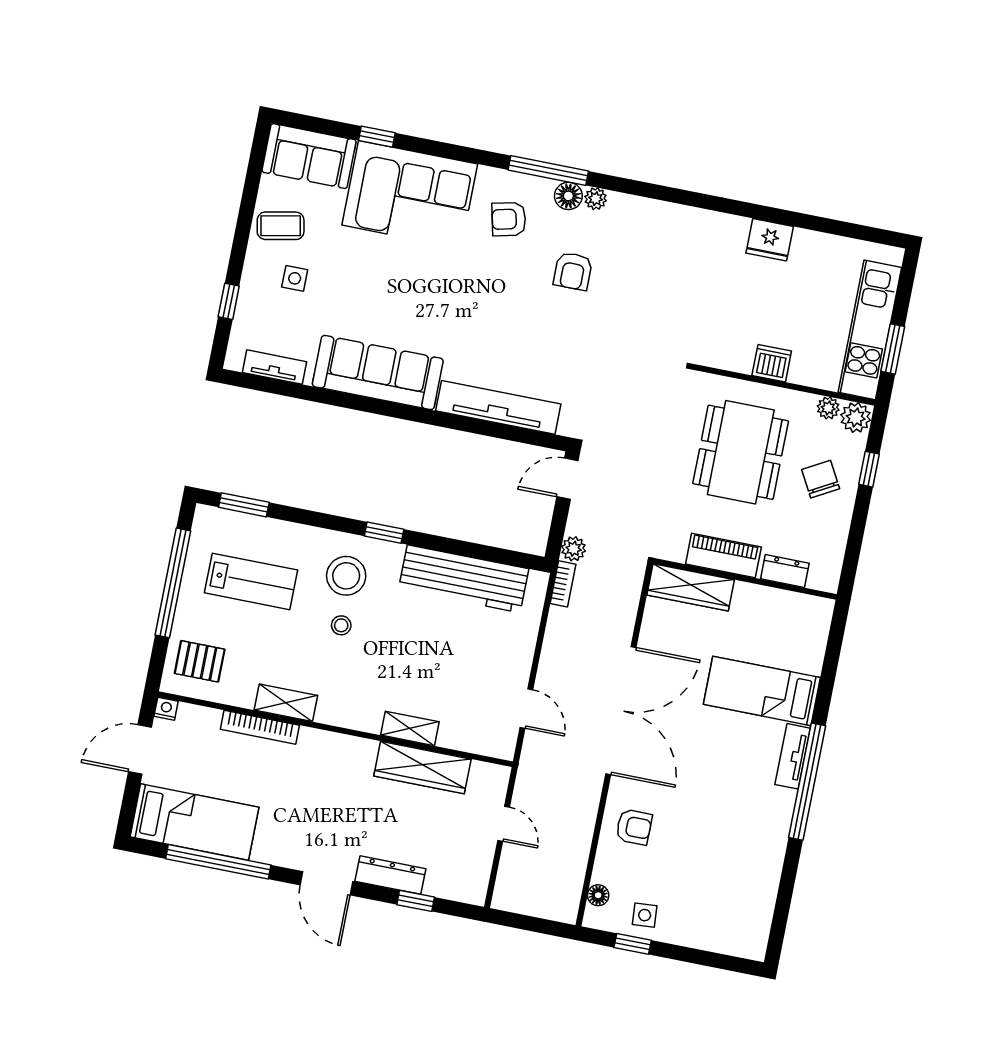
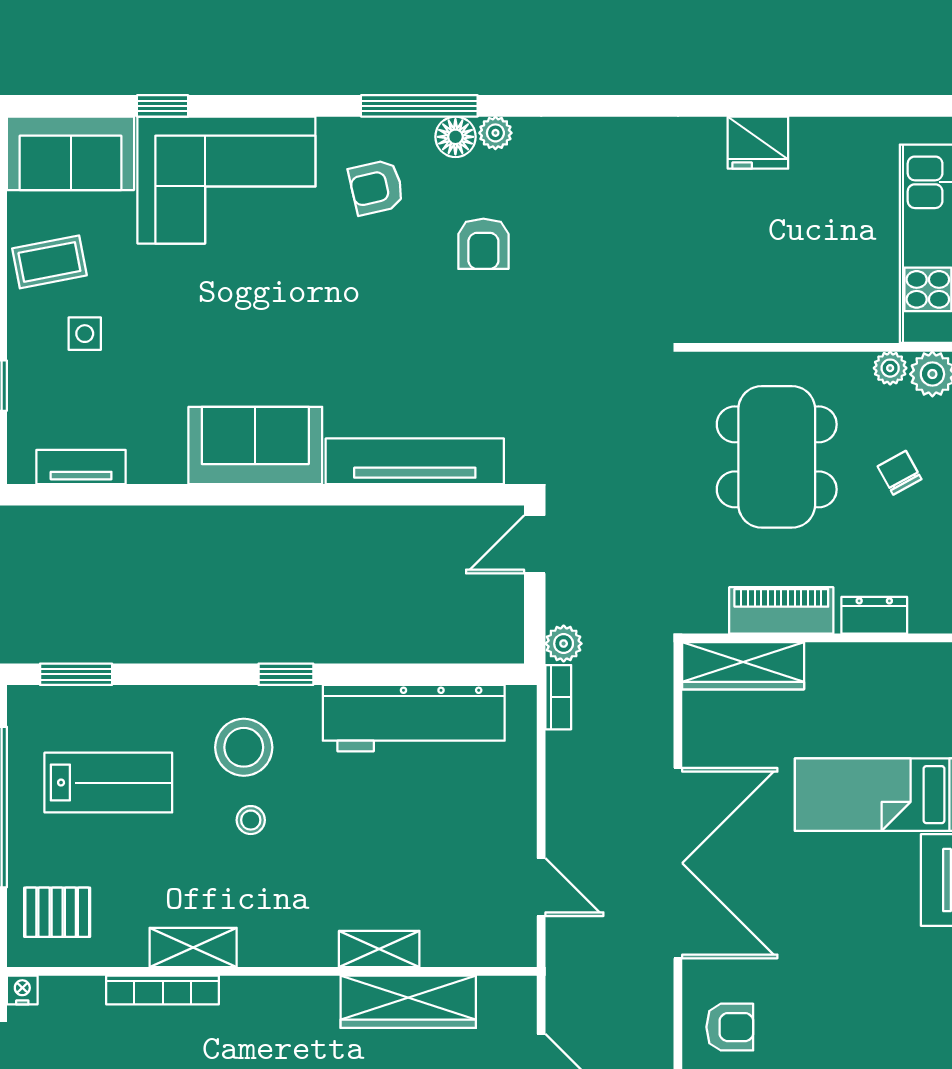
dishwasher: (772, 363) -> (796, 320), removed
sofa: (378, 372) -> (255, 445), width x0.73
chair: (821, 479) -> (900, 473), width x0.73, depth x0.73

